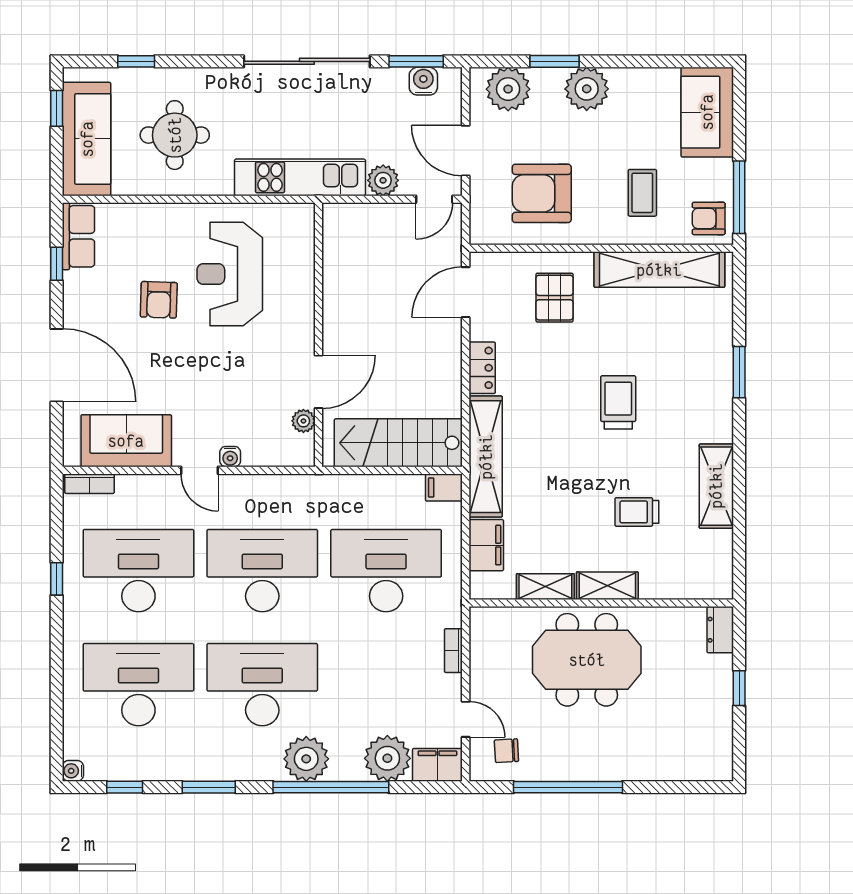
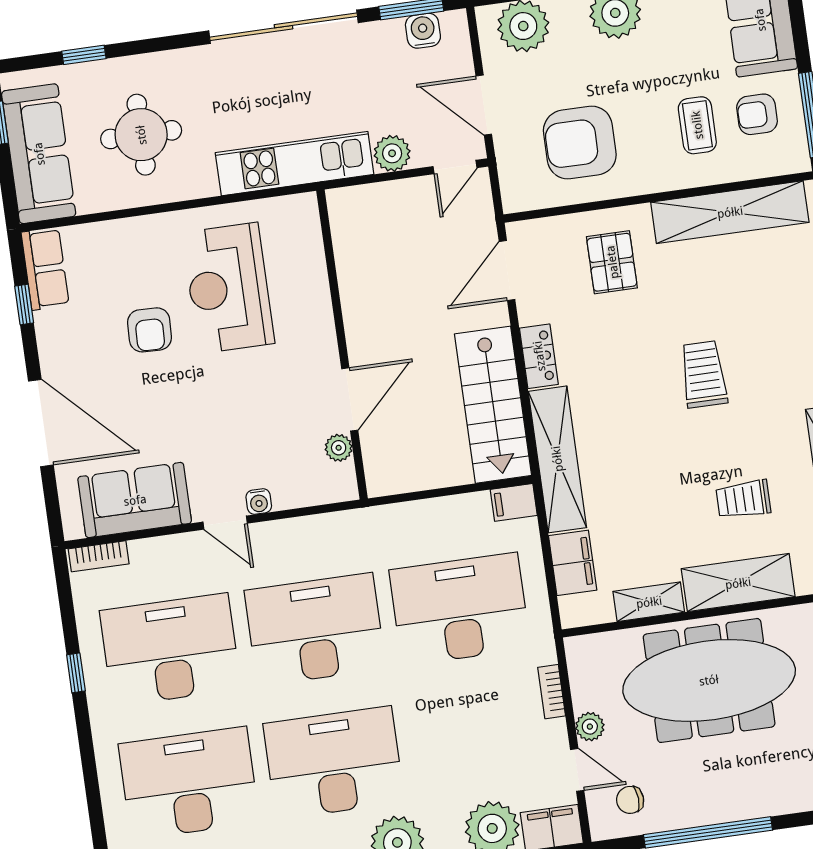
armchair: (709, 218) -> (757, 114), moved
stairs: (398, 443) -> (493, 405), moved, turned -90
shelving: (607, 586) -> (738, 583), width x1.50, depth x1.33
meeting table: (587, 660) -> (709, 680), width x1.36
plant: (481, 684) -> (590, 727), added

